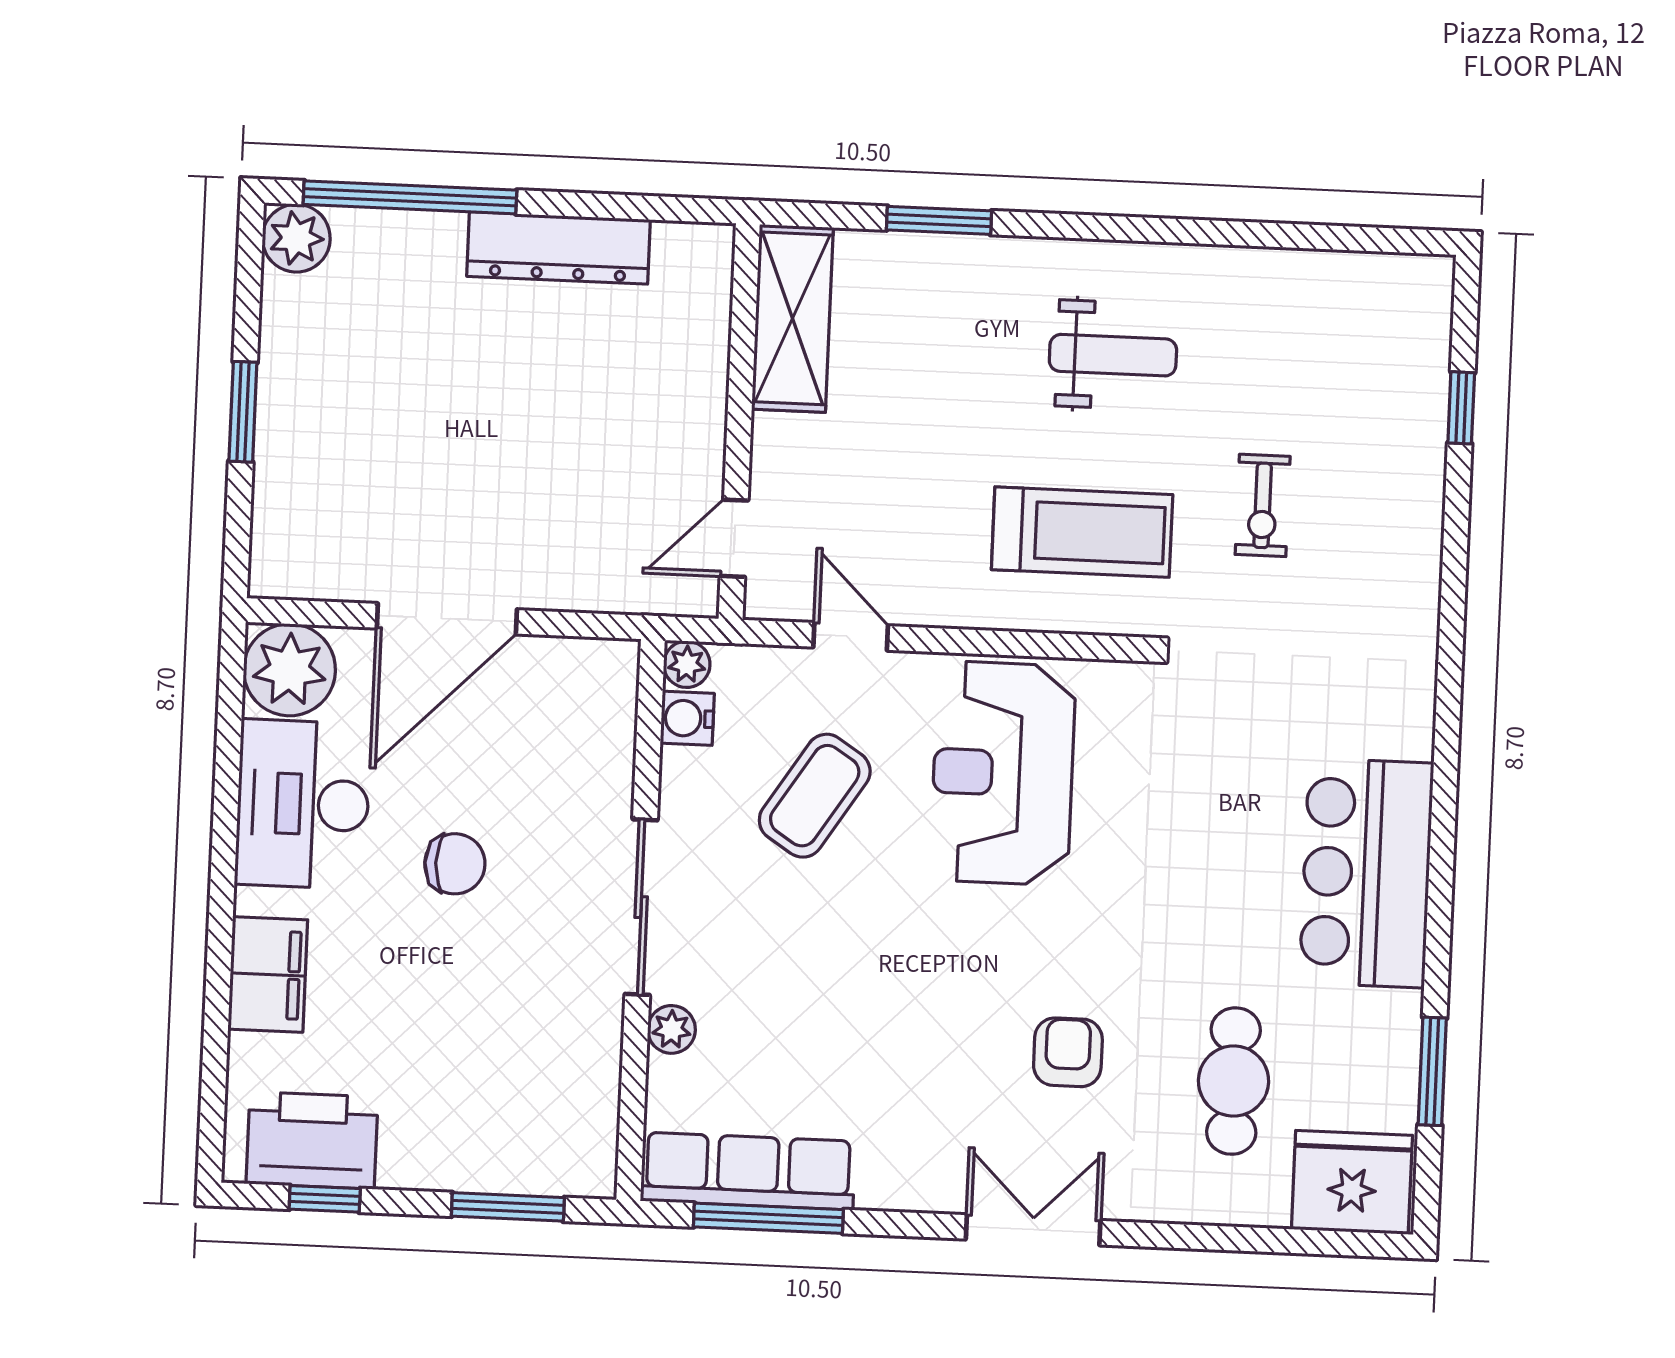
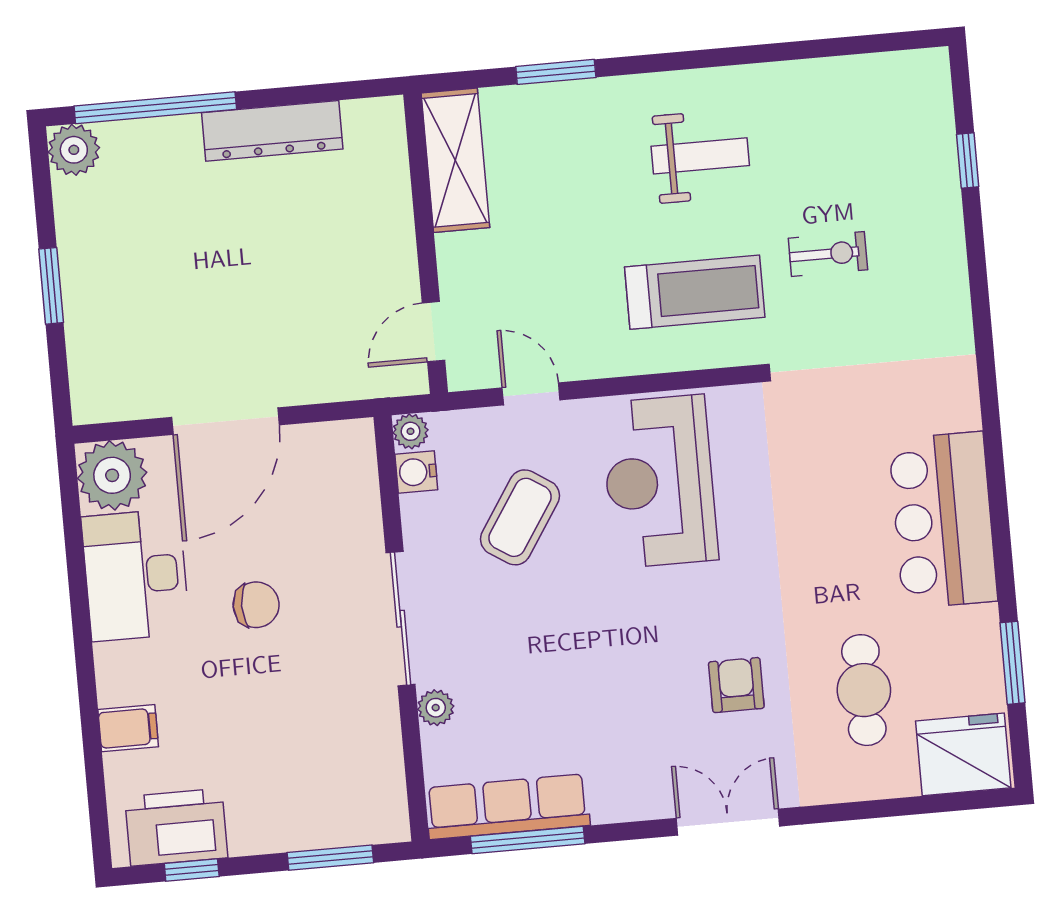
exercise bike: (1263, 505) -> (828, 254), turned -90
filing cabinet: (268, 974) -> (128, 728), width x0.50

